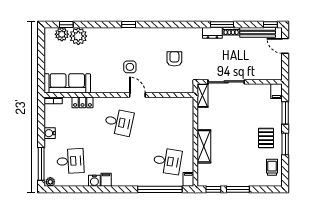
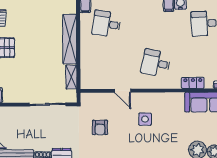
door: (137, 95) -> (122, 91), moved
shelving: (203, 96) -> (71, 77), moved
shelving: (204, 146) -> (70, 39), width x1.47

